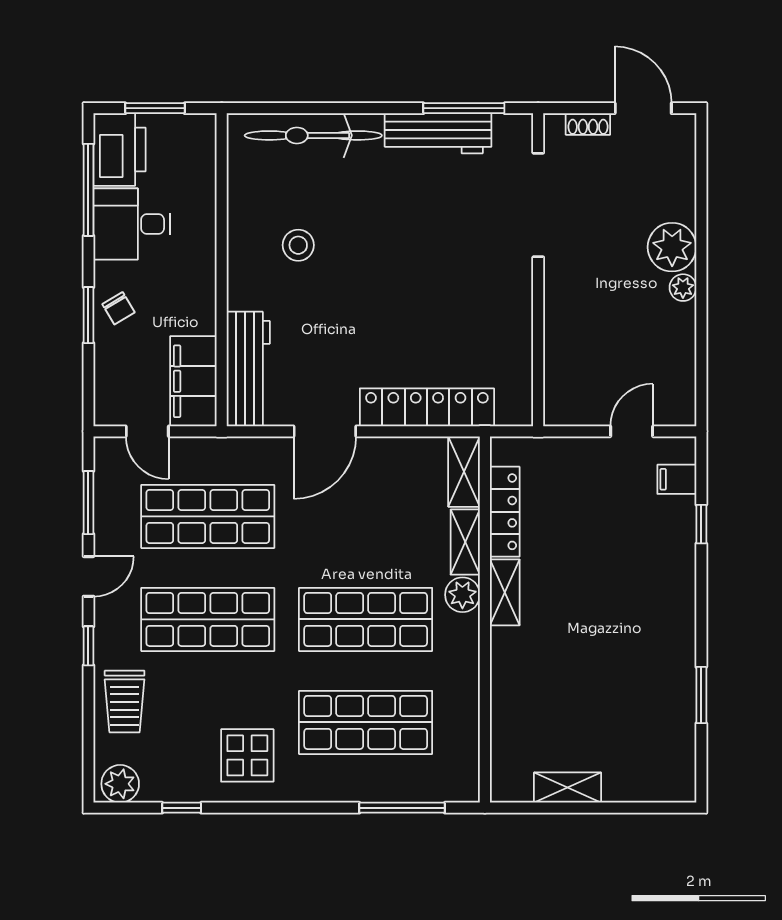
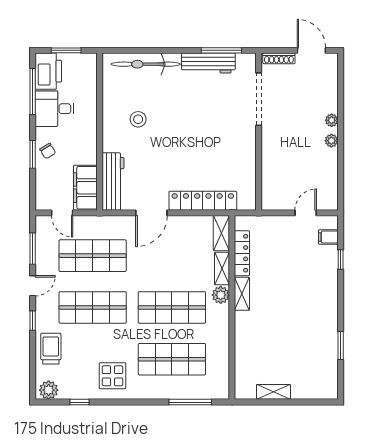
shoe rack: (588, 124) -> (279, 58), width x1.43
plant: (672, 247) -> (332, 120), width x0.53, depth x0.53
trolley: (125, 702) -> (51, 349), turned 180

